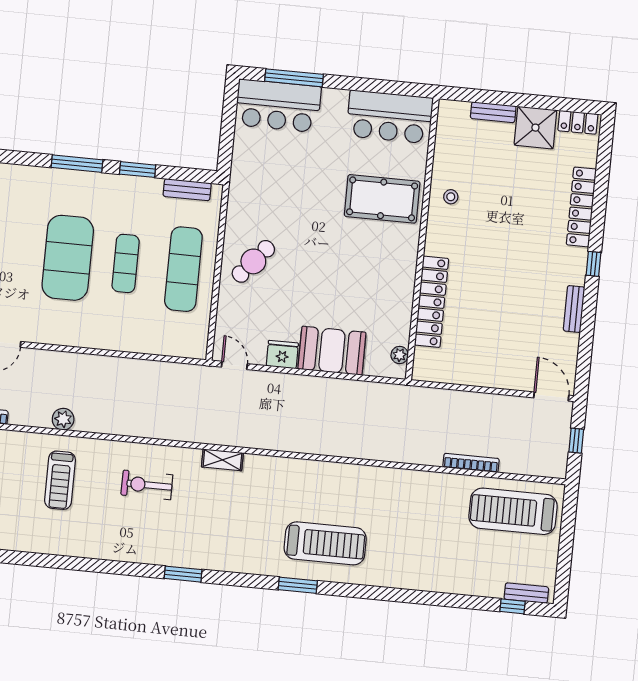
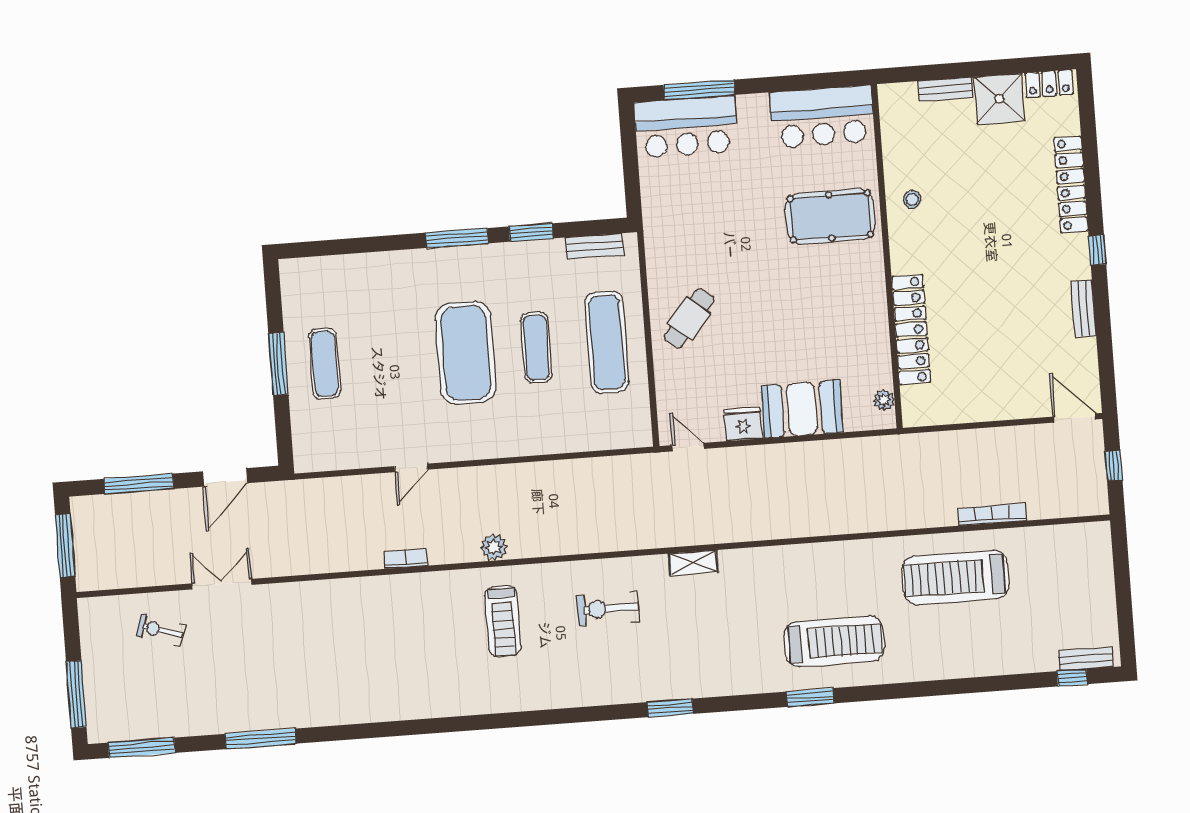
treadmill: (513, 511) -> (955, 577), moved

